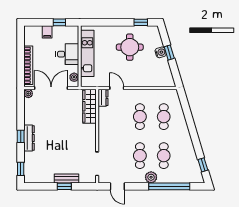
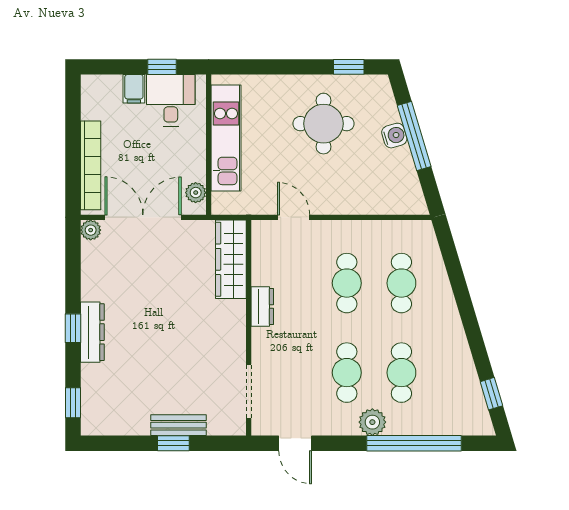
window: (169, 53) -> (414, 136), width x2.17
desk: (67, 54) -> (171, 100), moved, turned -90
dresser: (103, 98) -> (262, 307), moved

